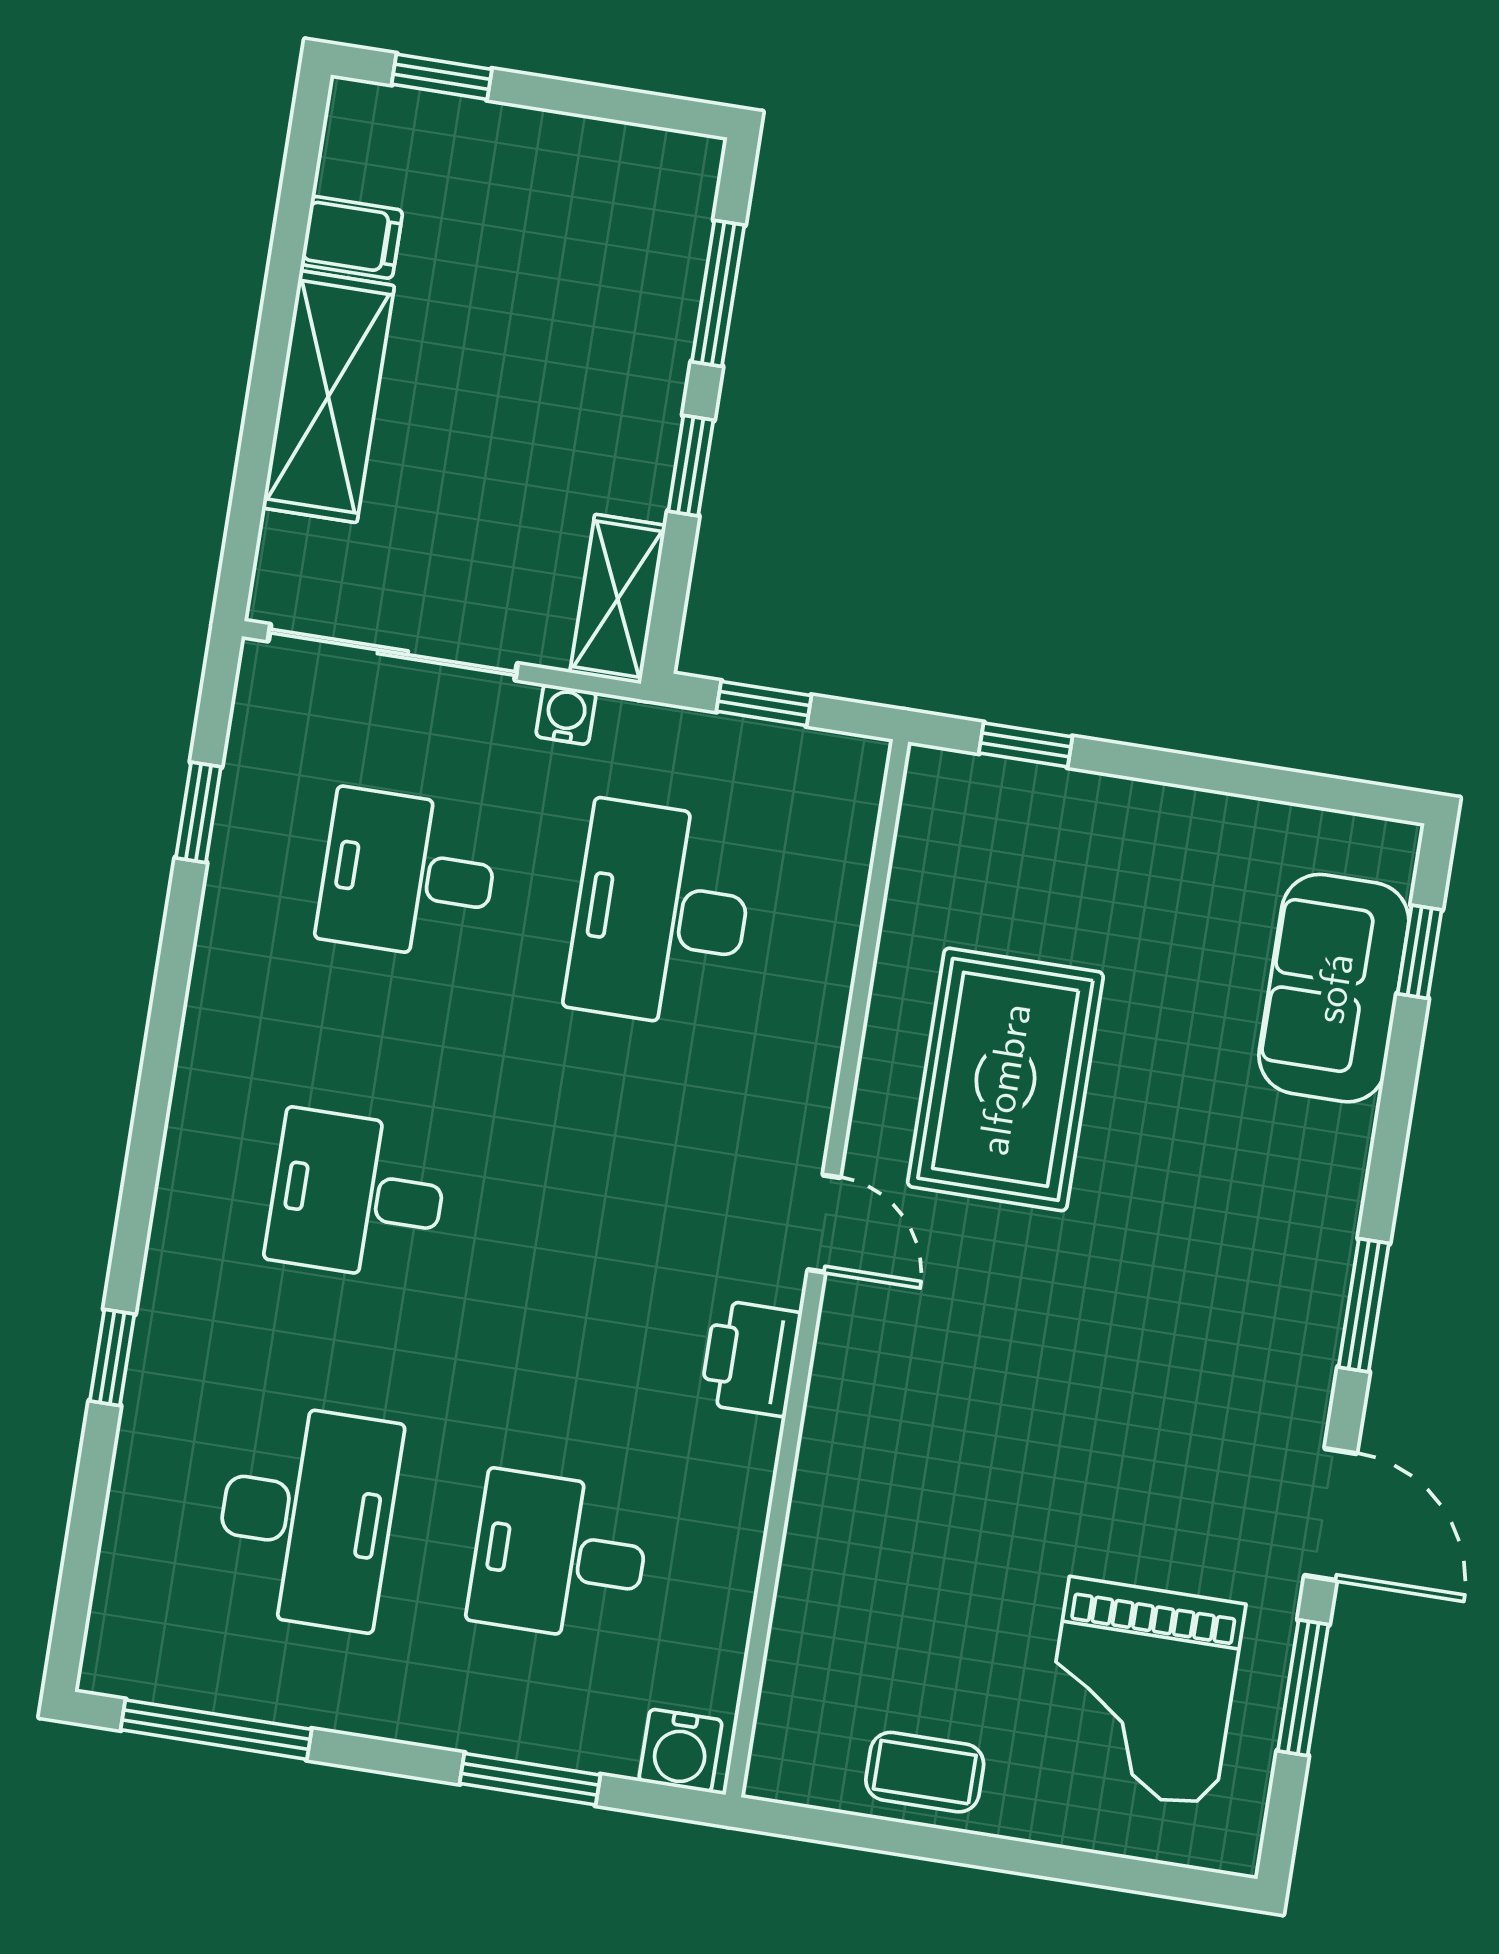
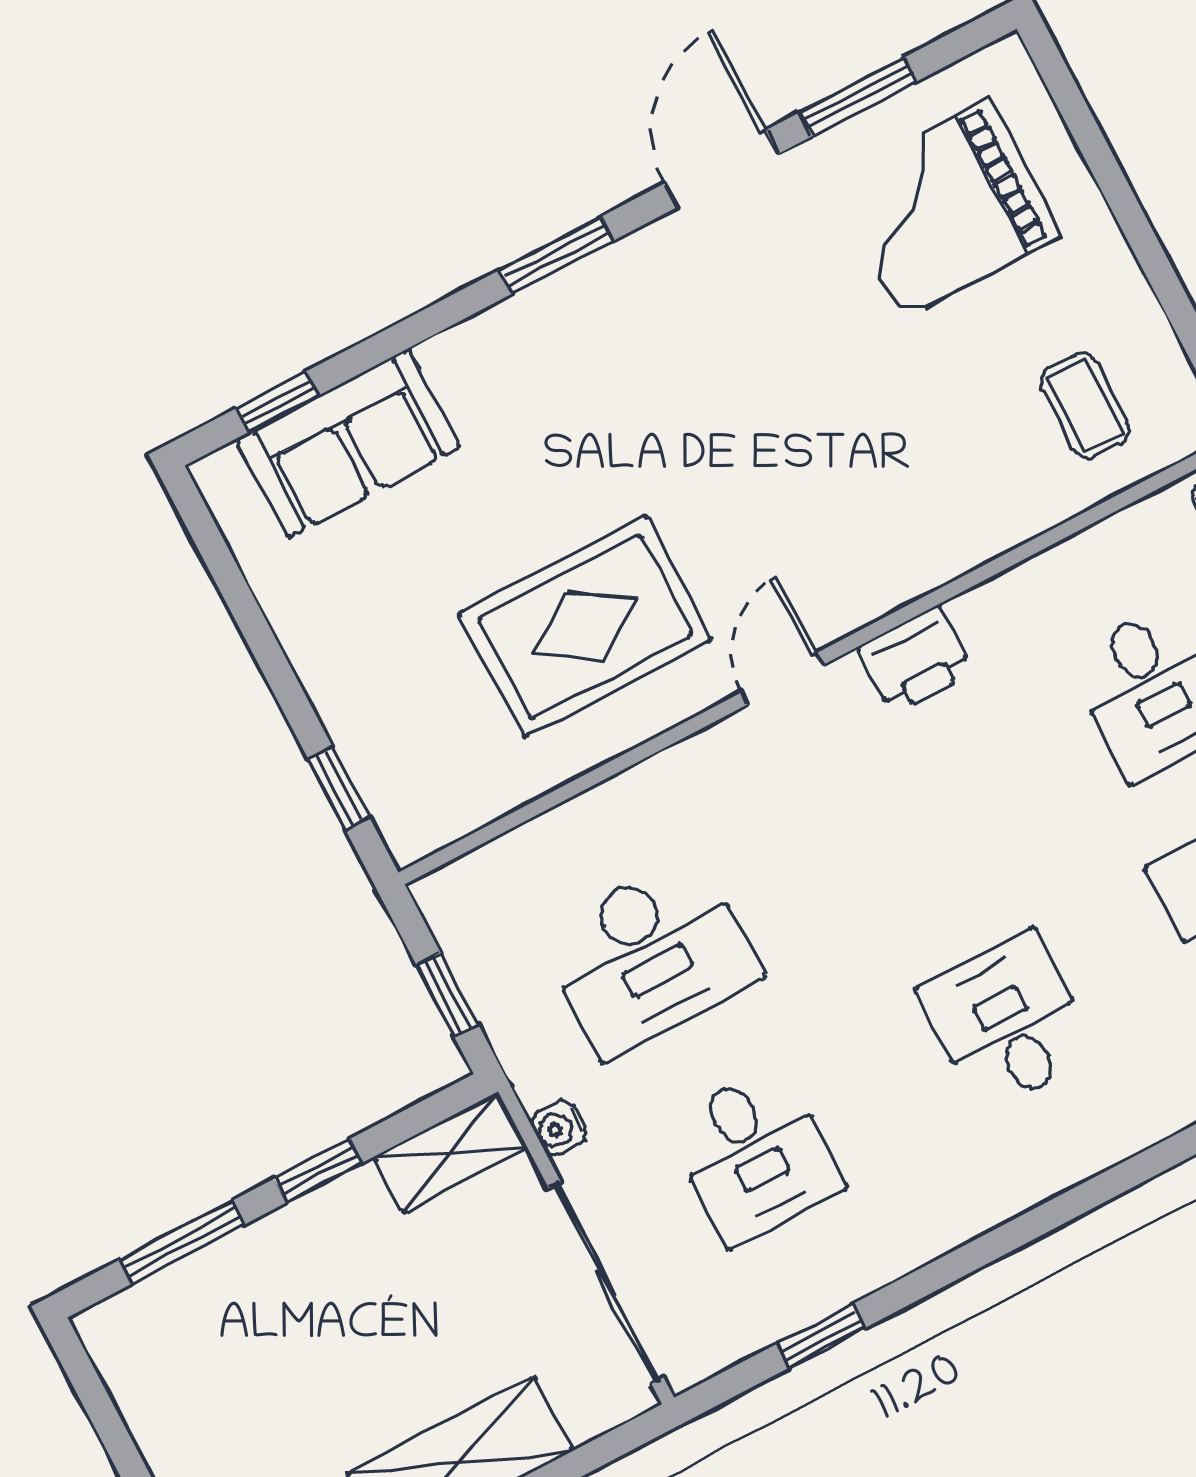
desk: (357, 1195) -> (1008, 1022), turned 180
grand piano: (1142, 1692) -> (946, 209), turned 180
coffee table: (925, 1772) -> (1085, 406), moved

